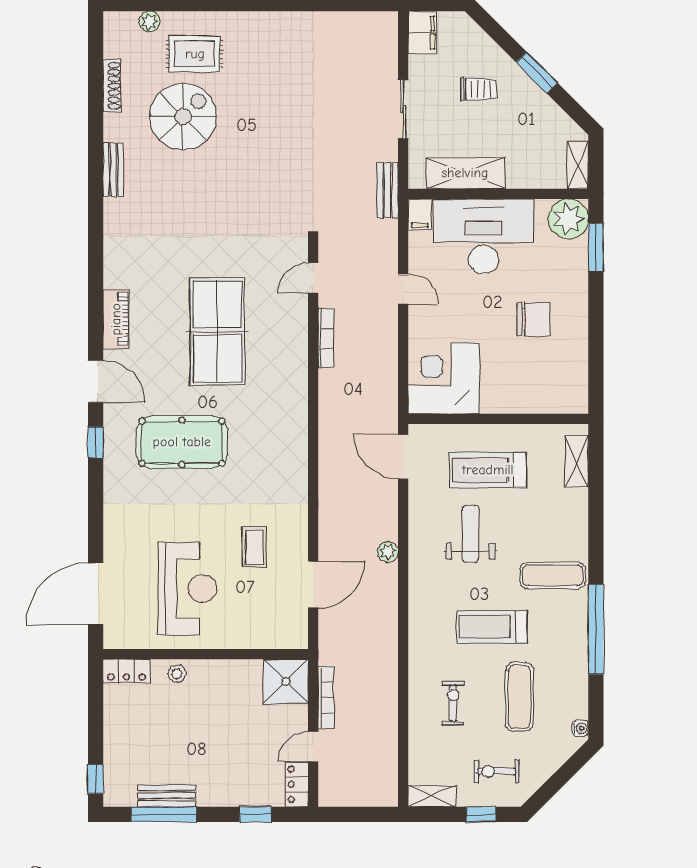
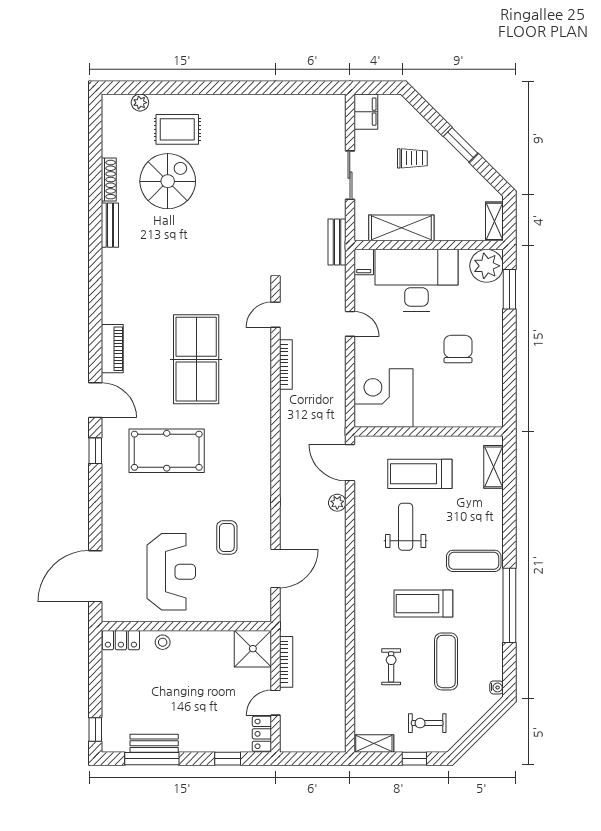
shoe rack: (112, 86) -> (109, 180), moved
chair: (534, 319) -> (458, 349), turned -90
plant: (388, 552) -> (337, 503), moved

